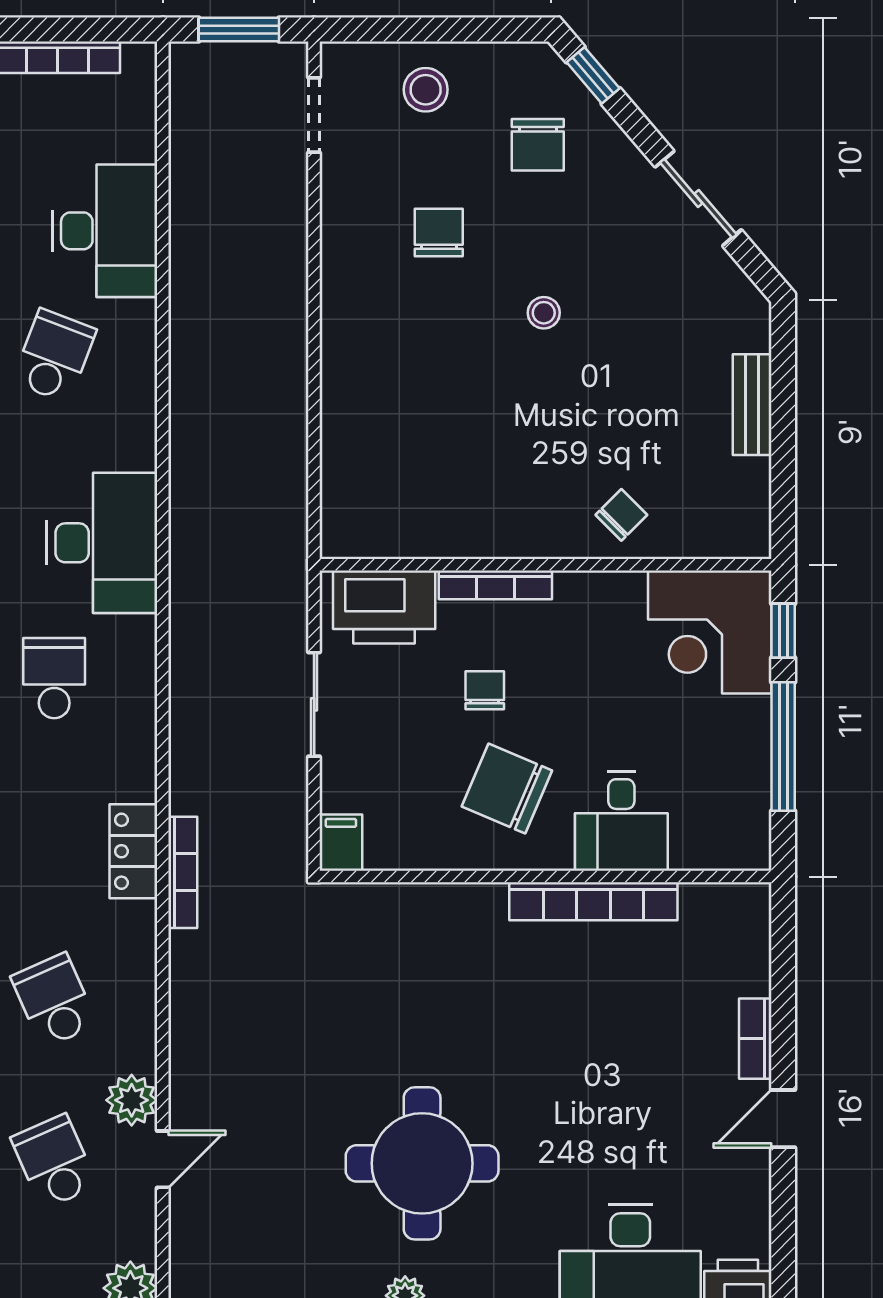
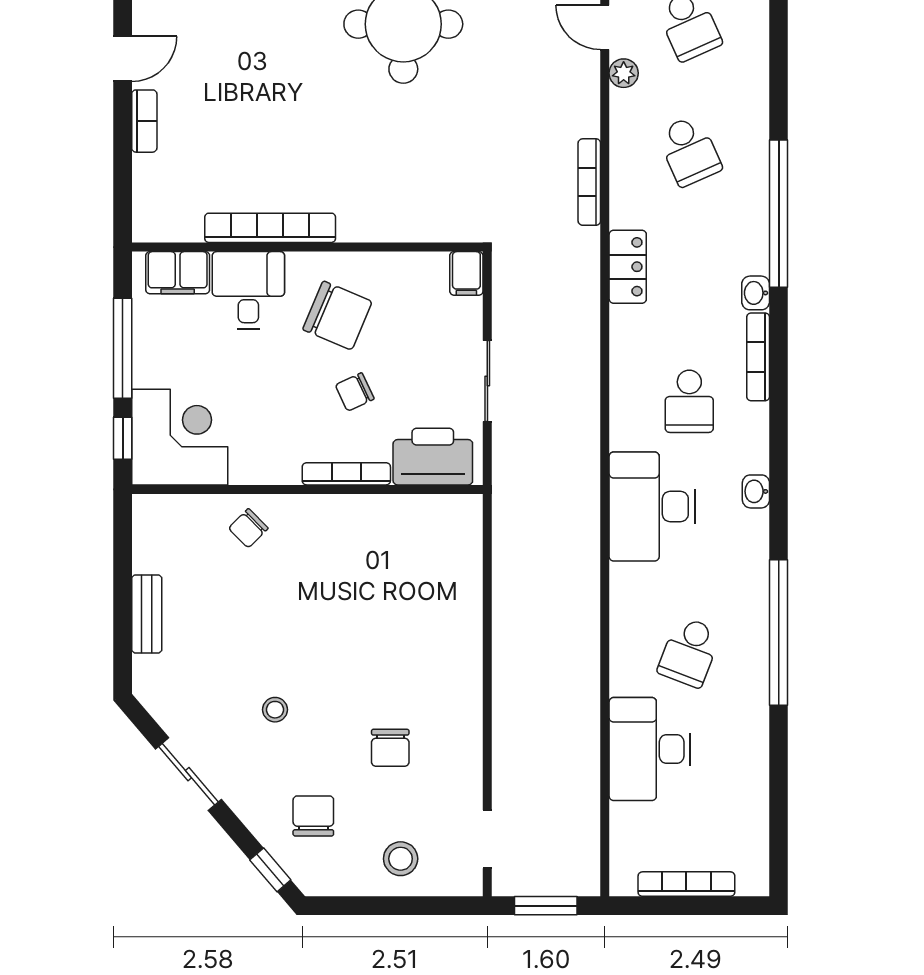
stool: (544, 313) -> (275, 710), moved
chair: (485, 690) -> (355, 392), turned 65
filing cabinet: (712, 844) -> (178, 273), added
bookcase: (183, 872) -> (589, 182), moved
plant: (132, 1100) -> (624, 73), width x0.73, depth x0.73
door: (163, 1159) -> (605, 27), hinge flipped

